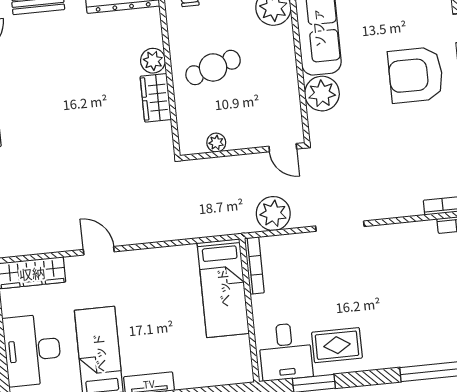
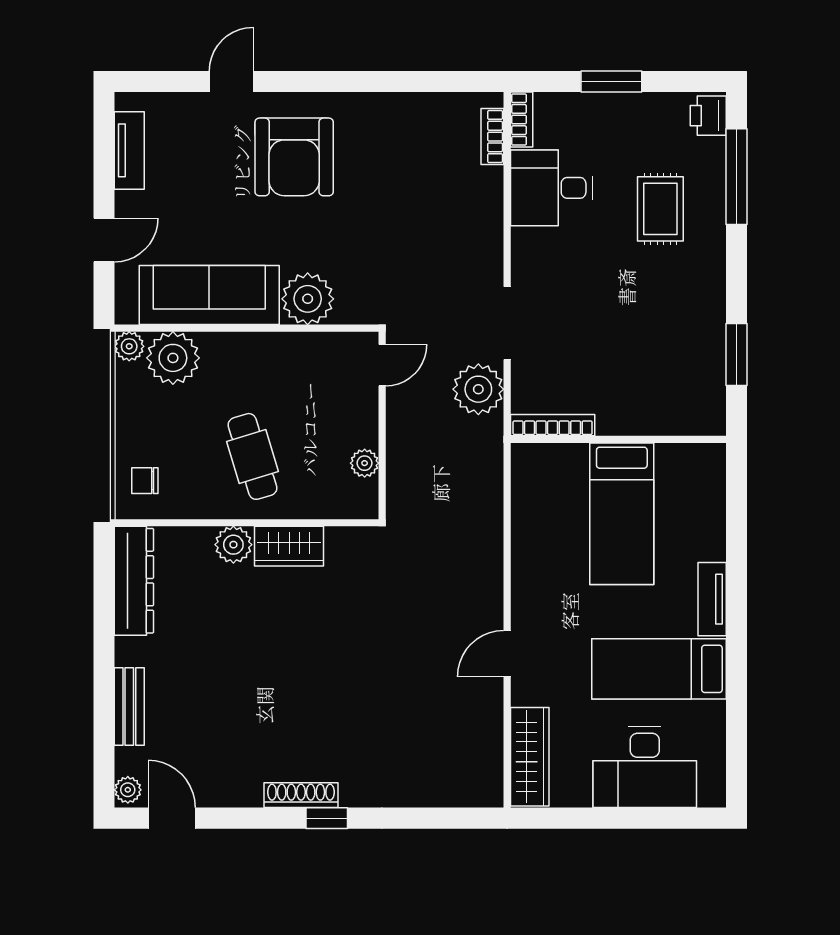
doorway: (340, 226) -> (507, 323), moved
bed: (223, 288) -> (622, 514), moved, turned 90
rug: (337, 345) -> (660, 209), moved
desk: (285, 352) -> (551, 188), moved, turned 180

